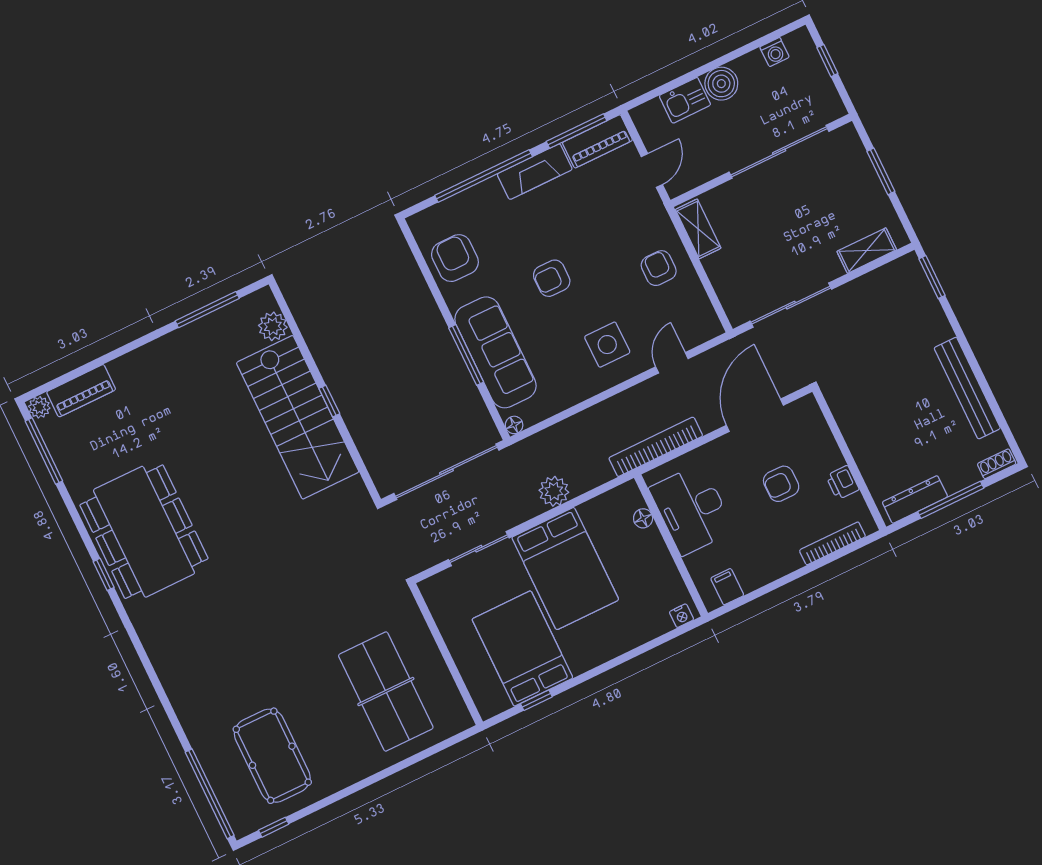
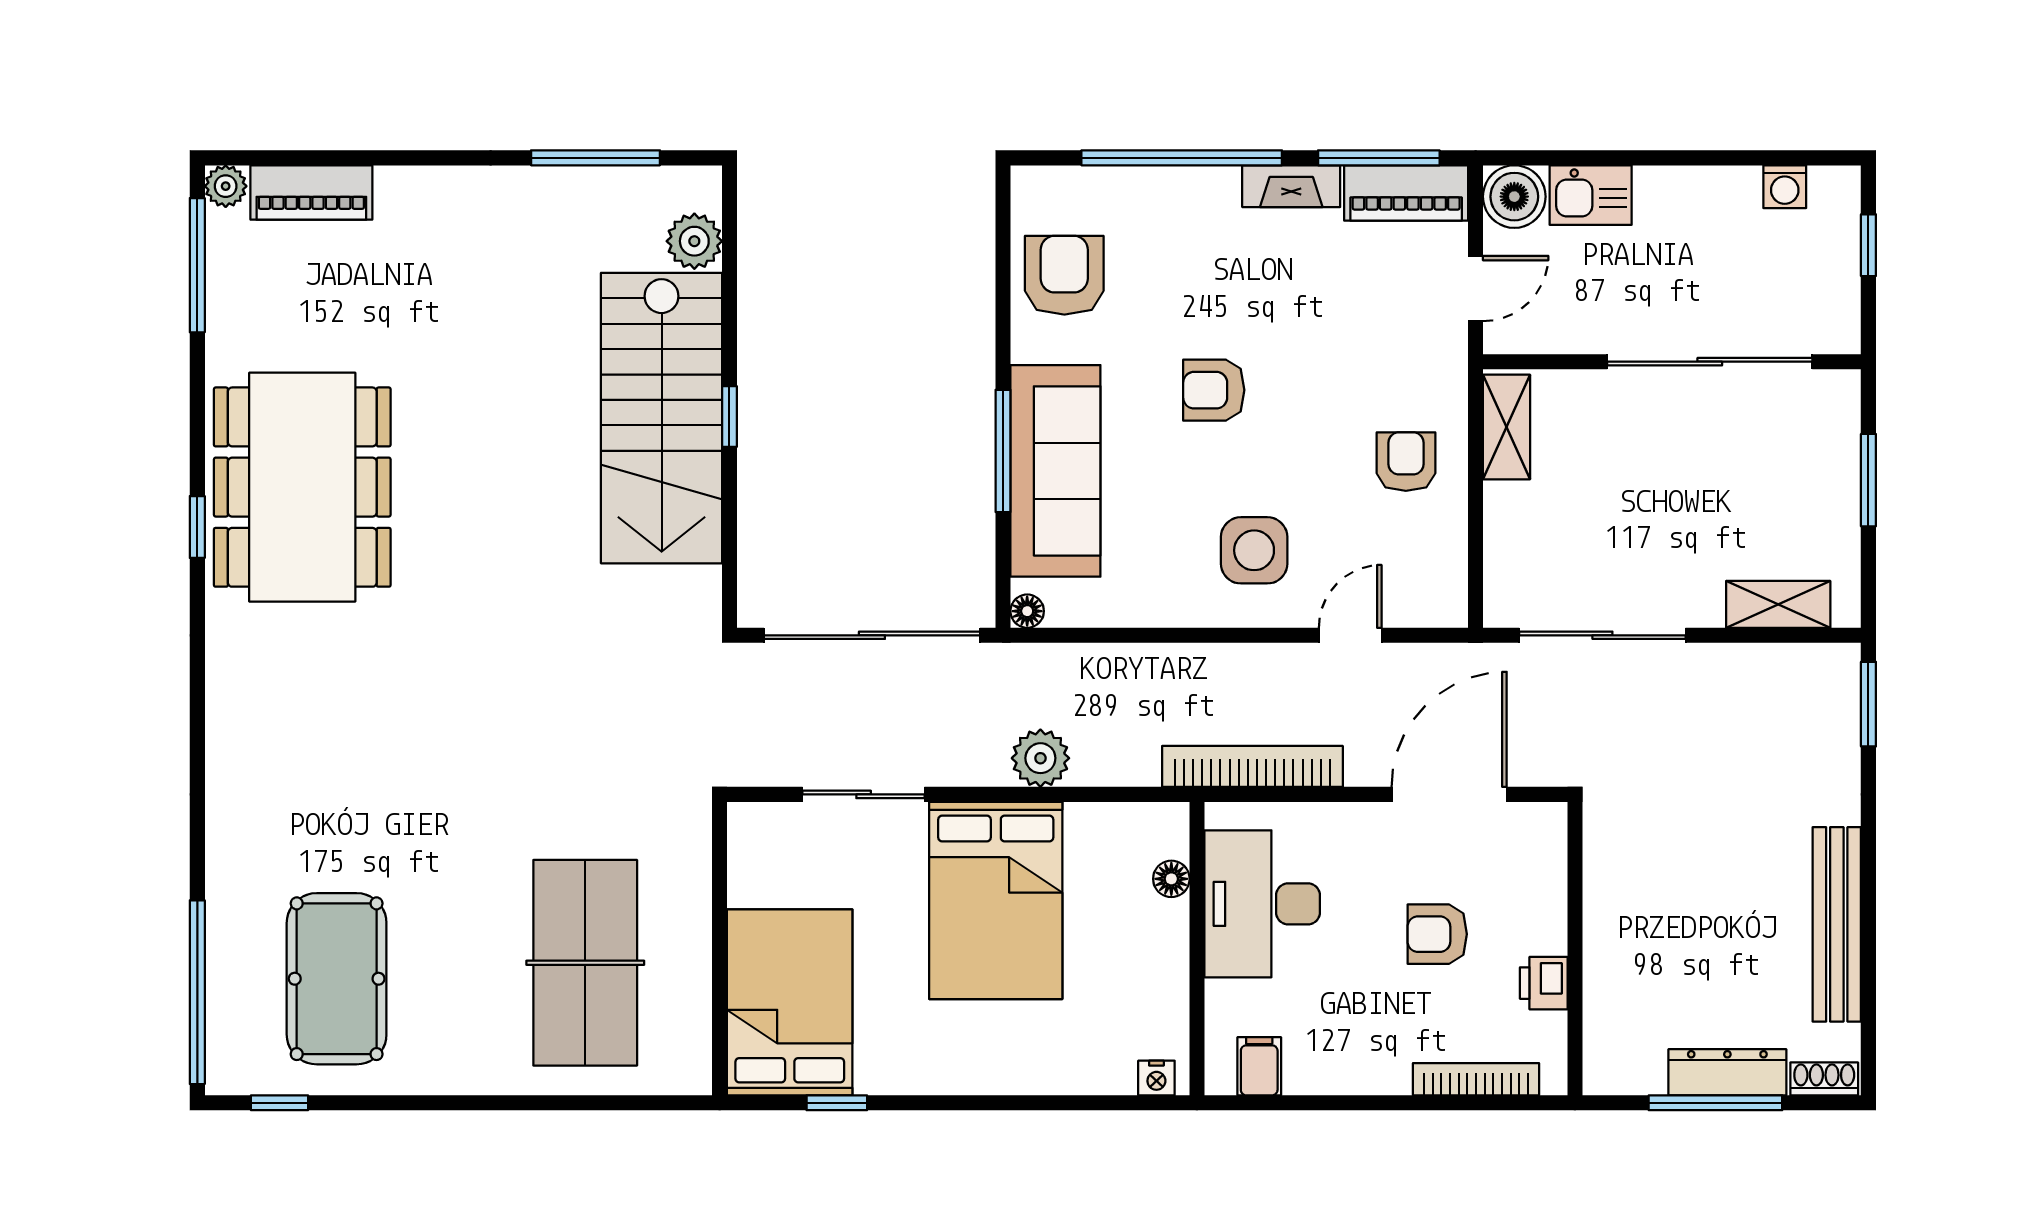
boiler: (721, 84) -> (1514, 197), moved
fireplace: (535, 172) -> (1291, 186), width x0.73, depth x0.76
dresser: (915, 499) -> (1727, 1072), moved
bed: (522, 649) -> (790, 1002), moved

